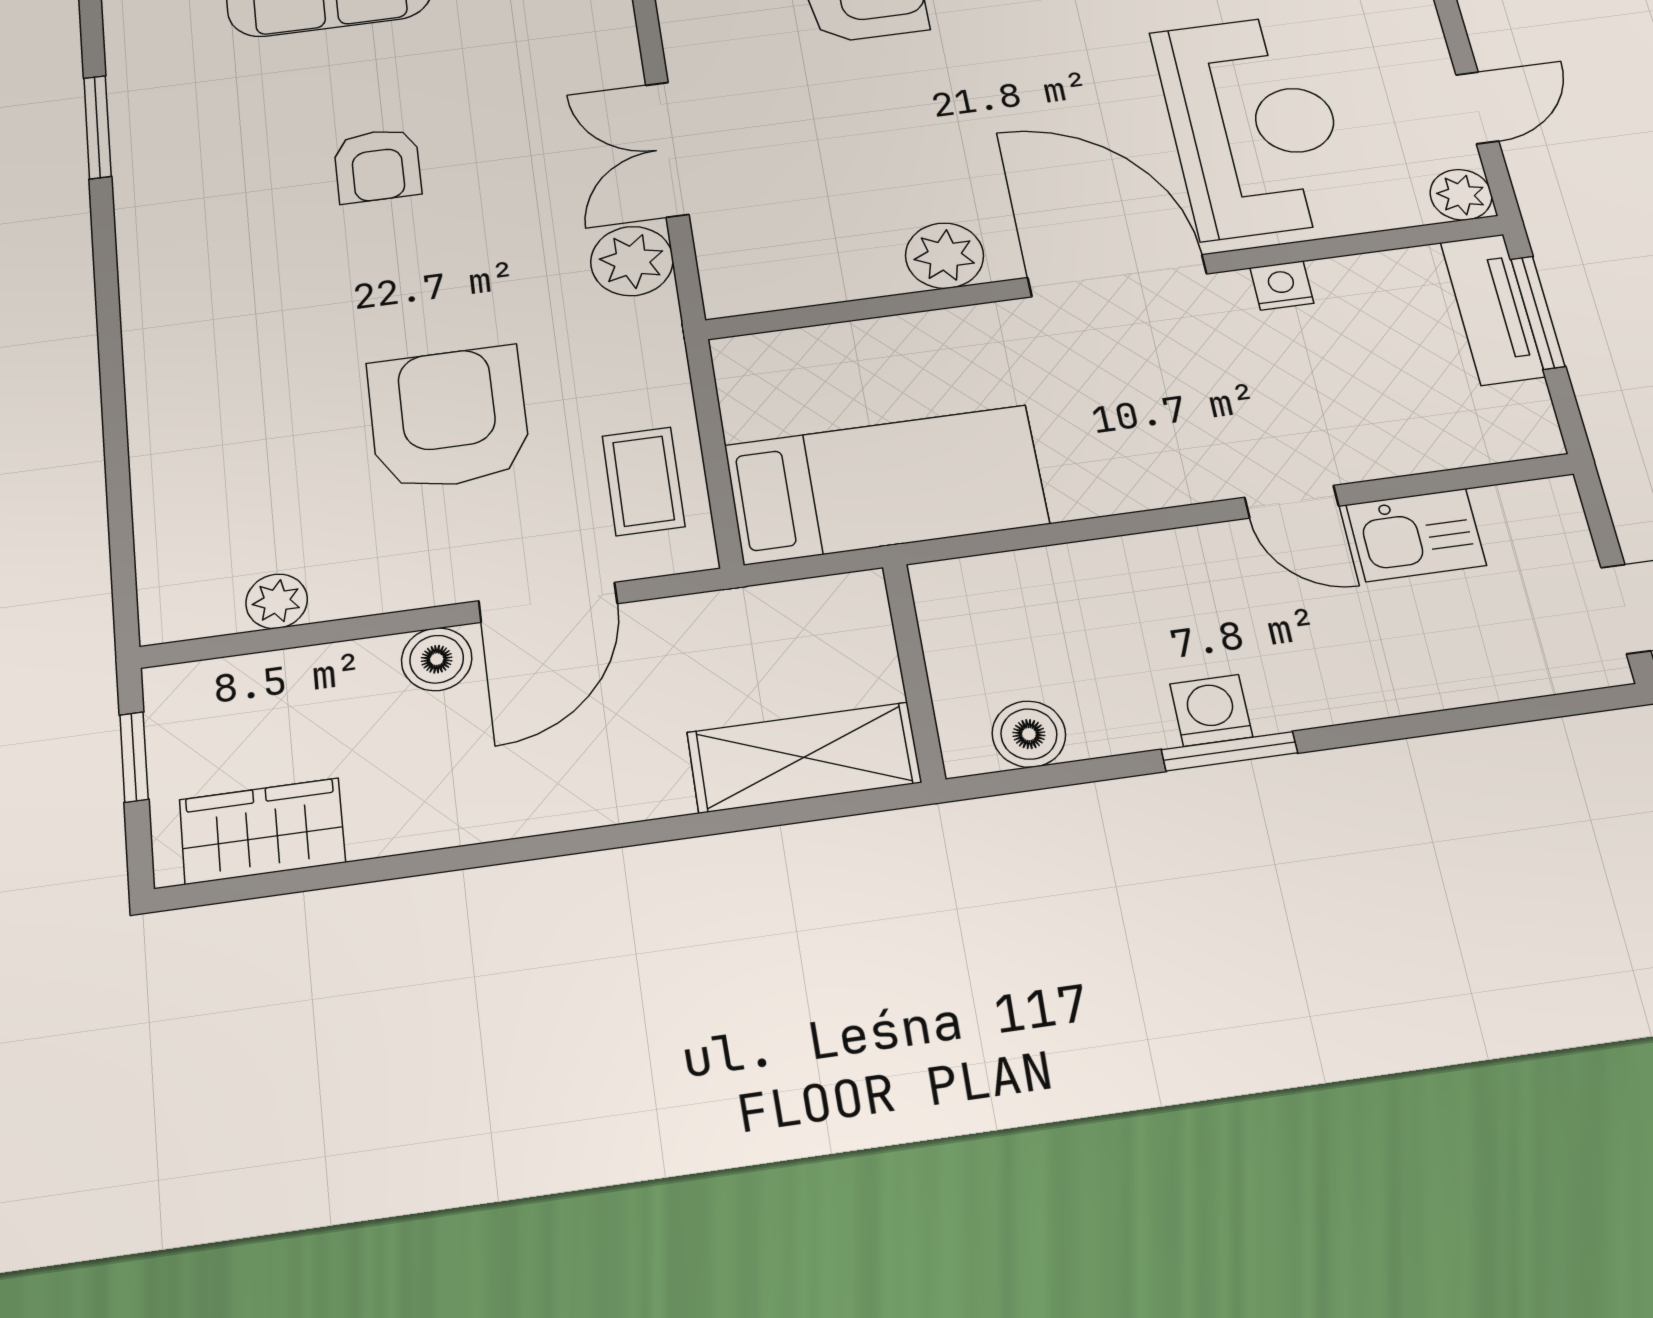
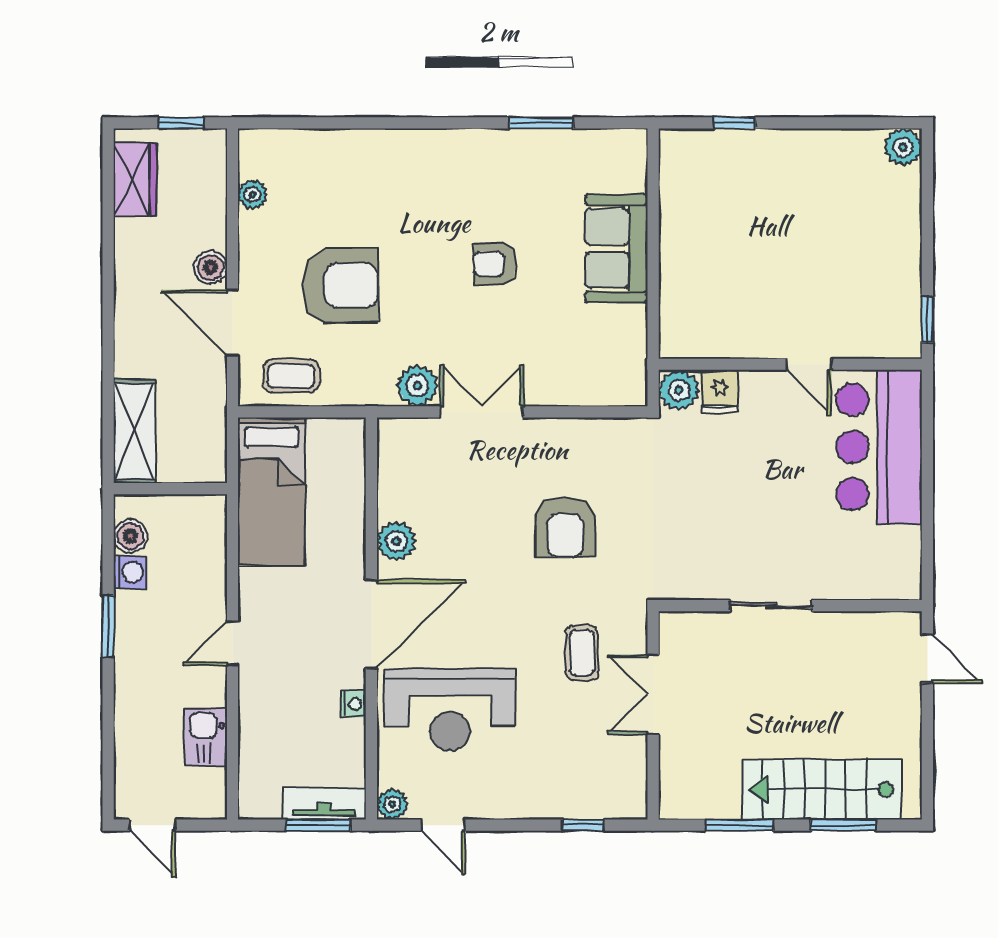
door: (1292, 502) -> (232, 643), moved
washing machine: (1211, 710) -> (130, 572), moved

